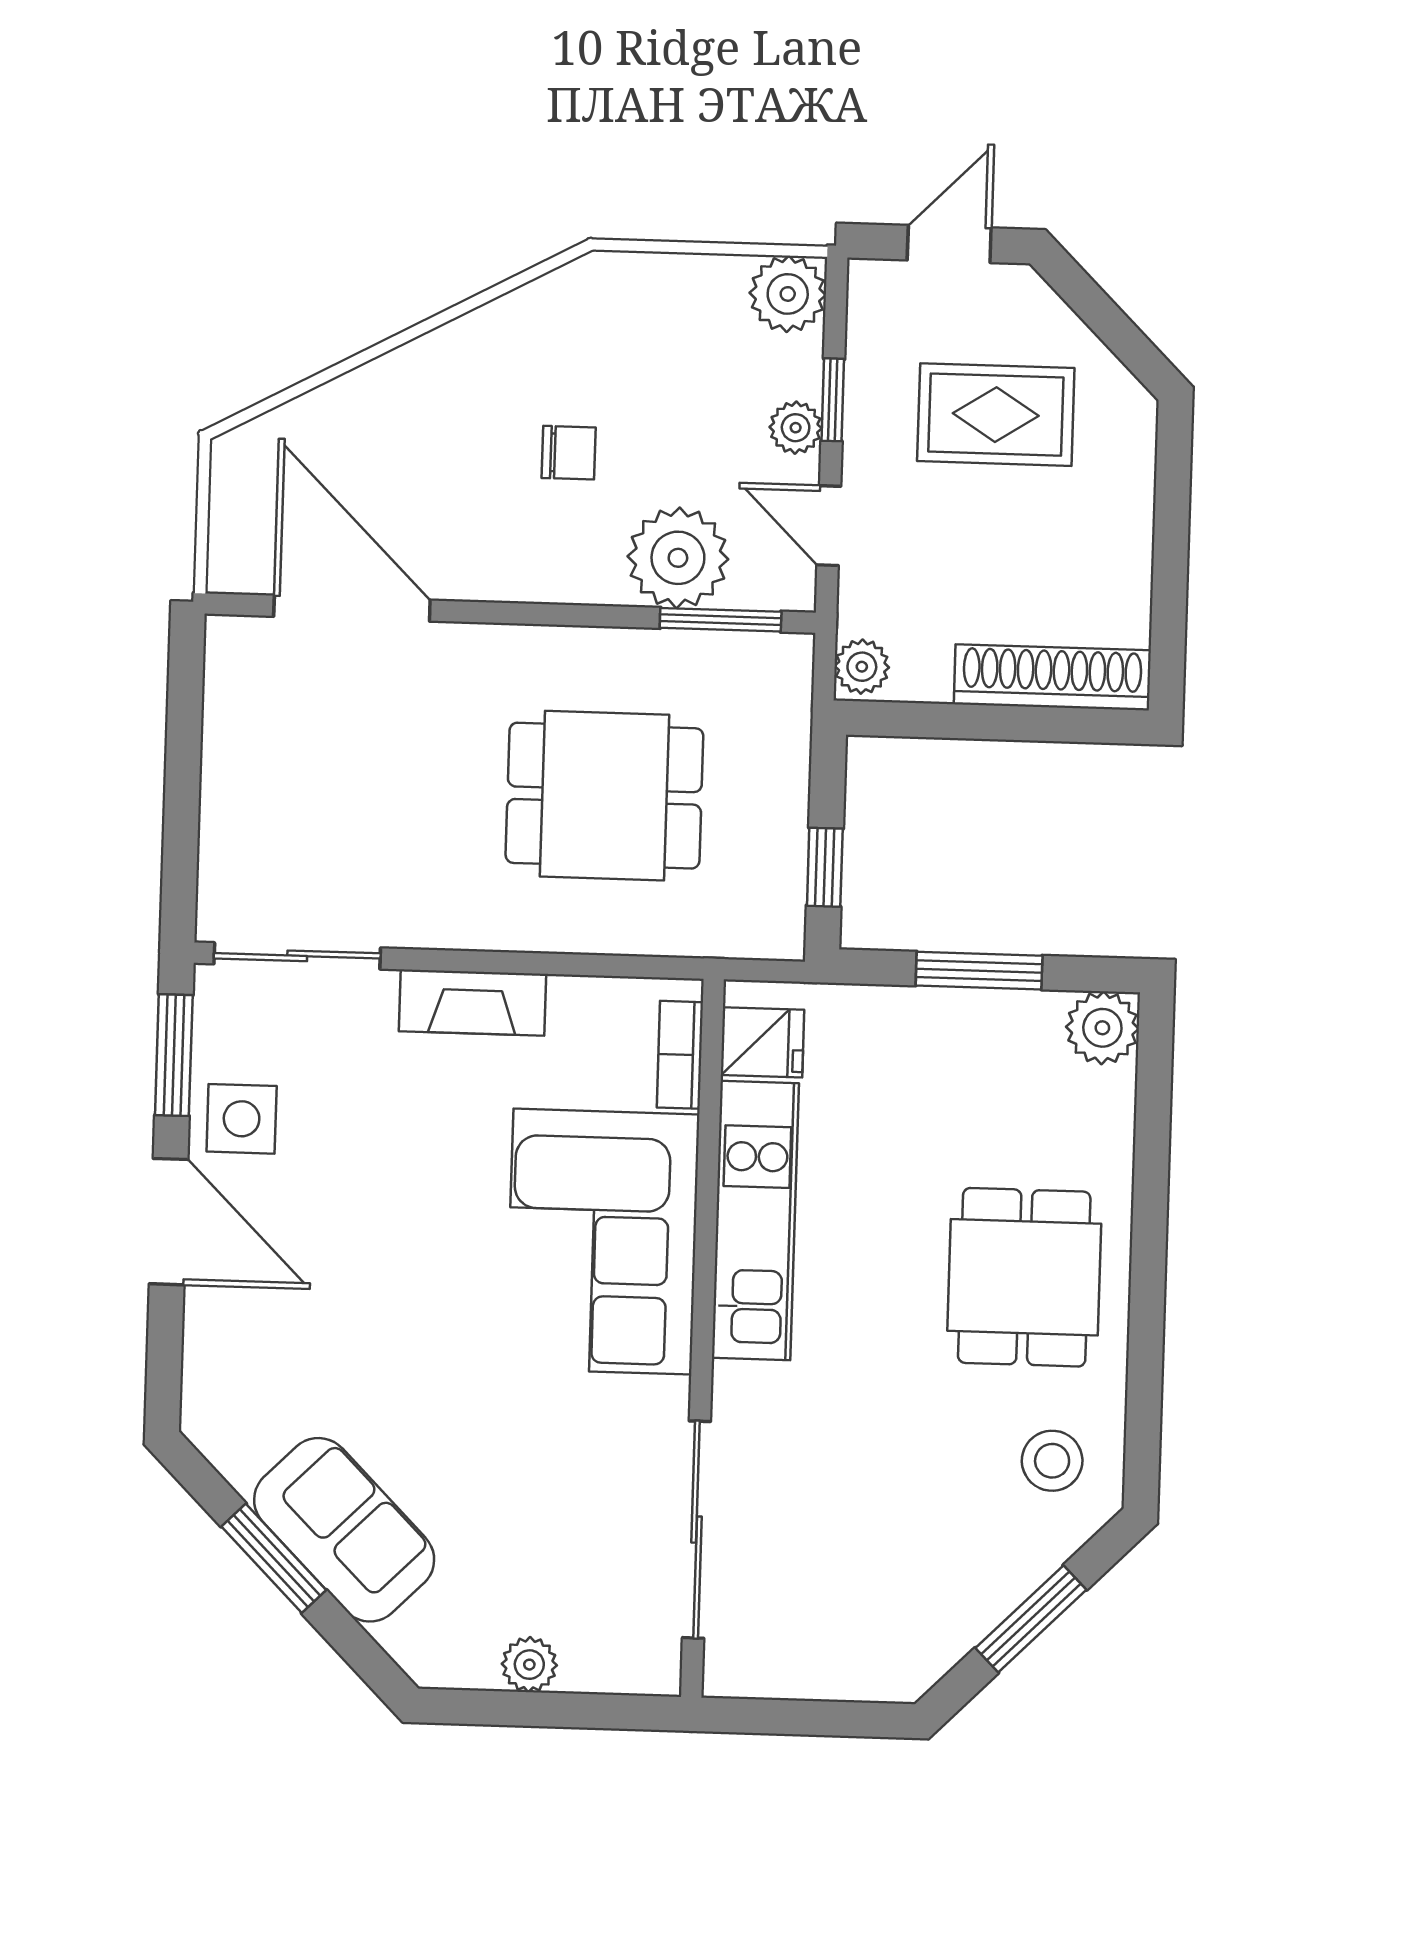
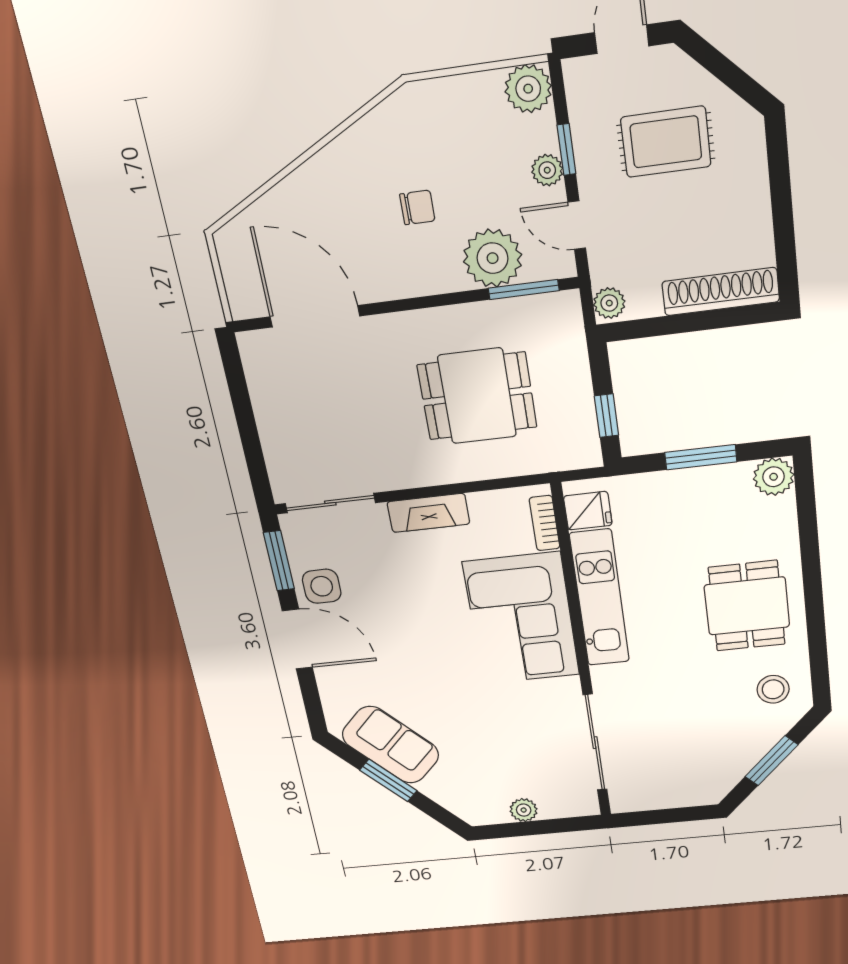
sofa: (344, 1530) -> (391, 745), moved

